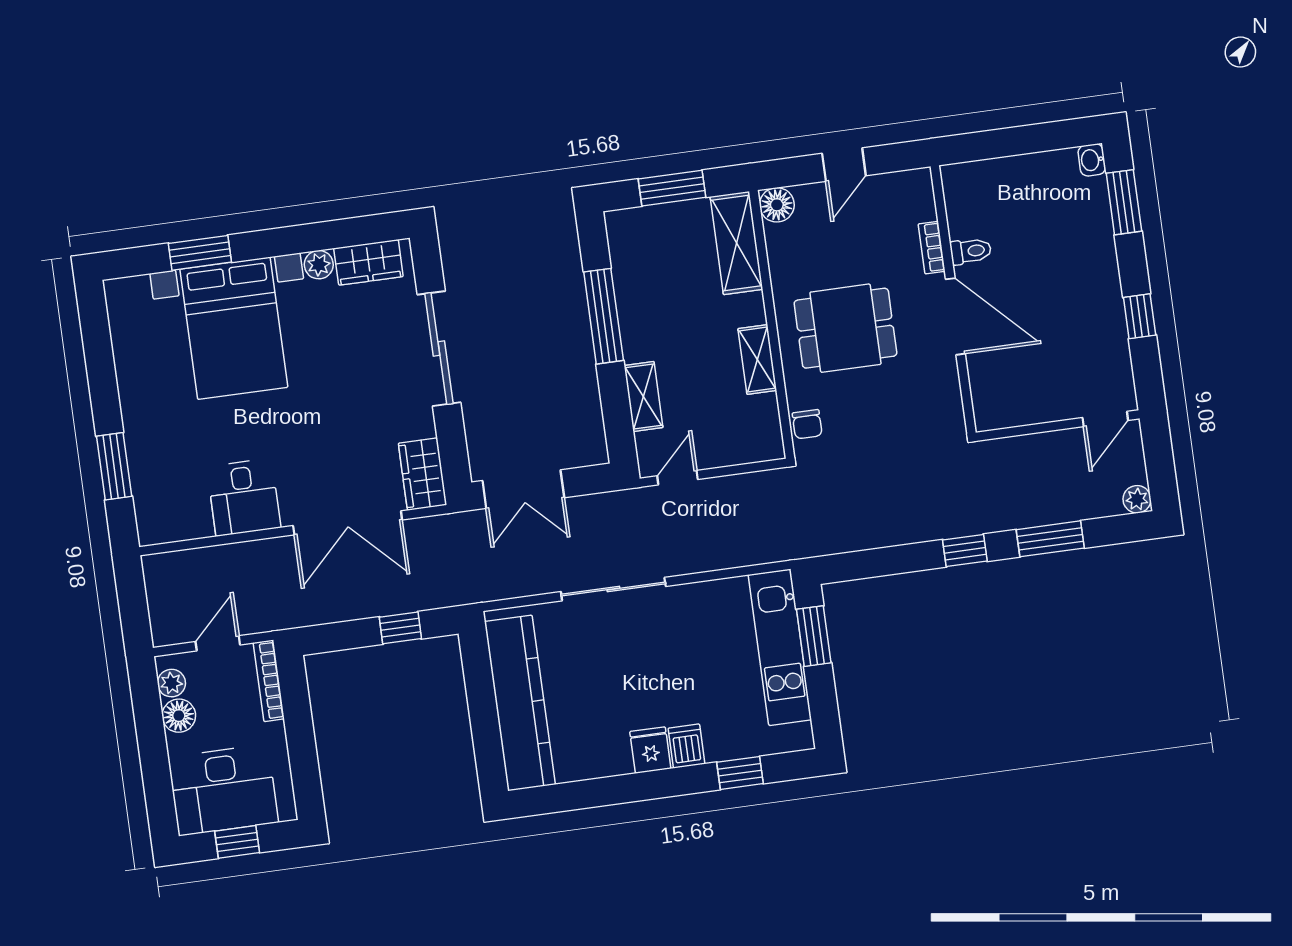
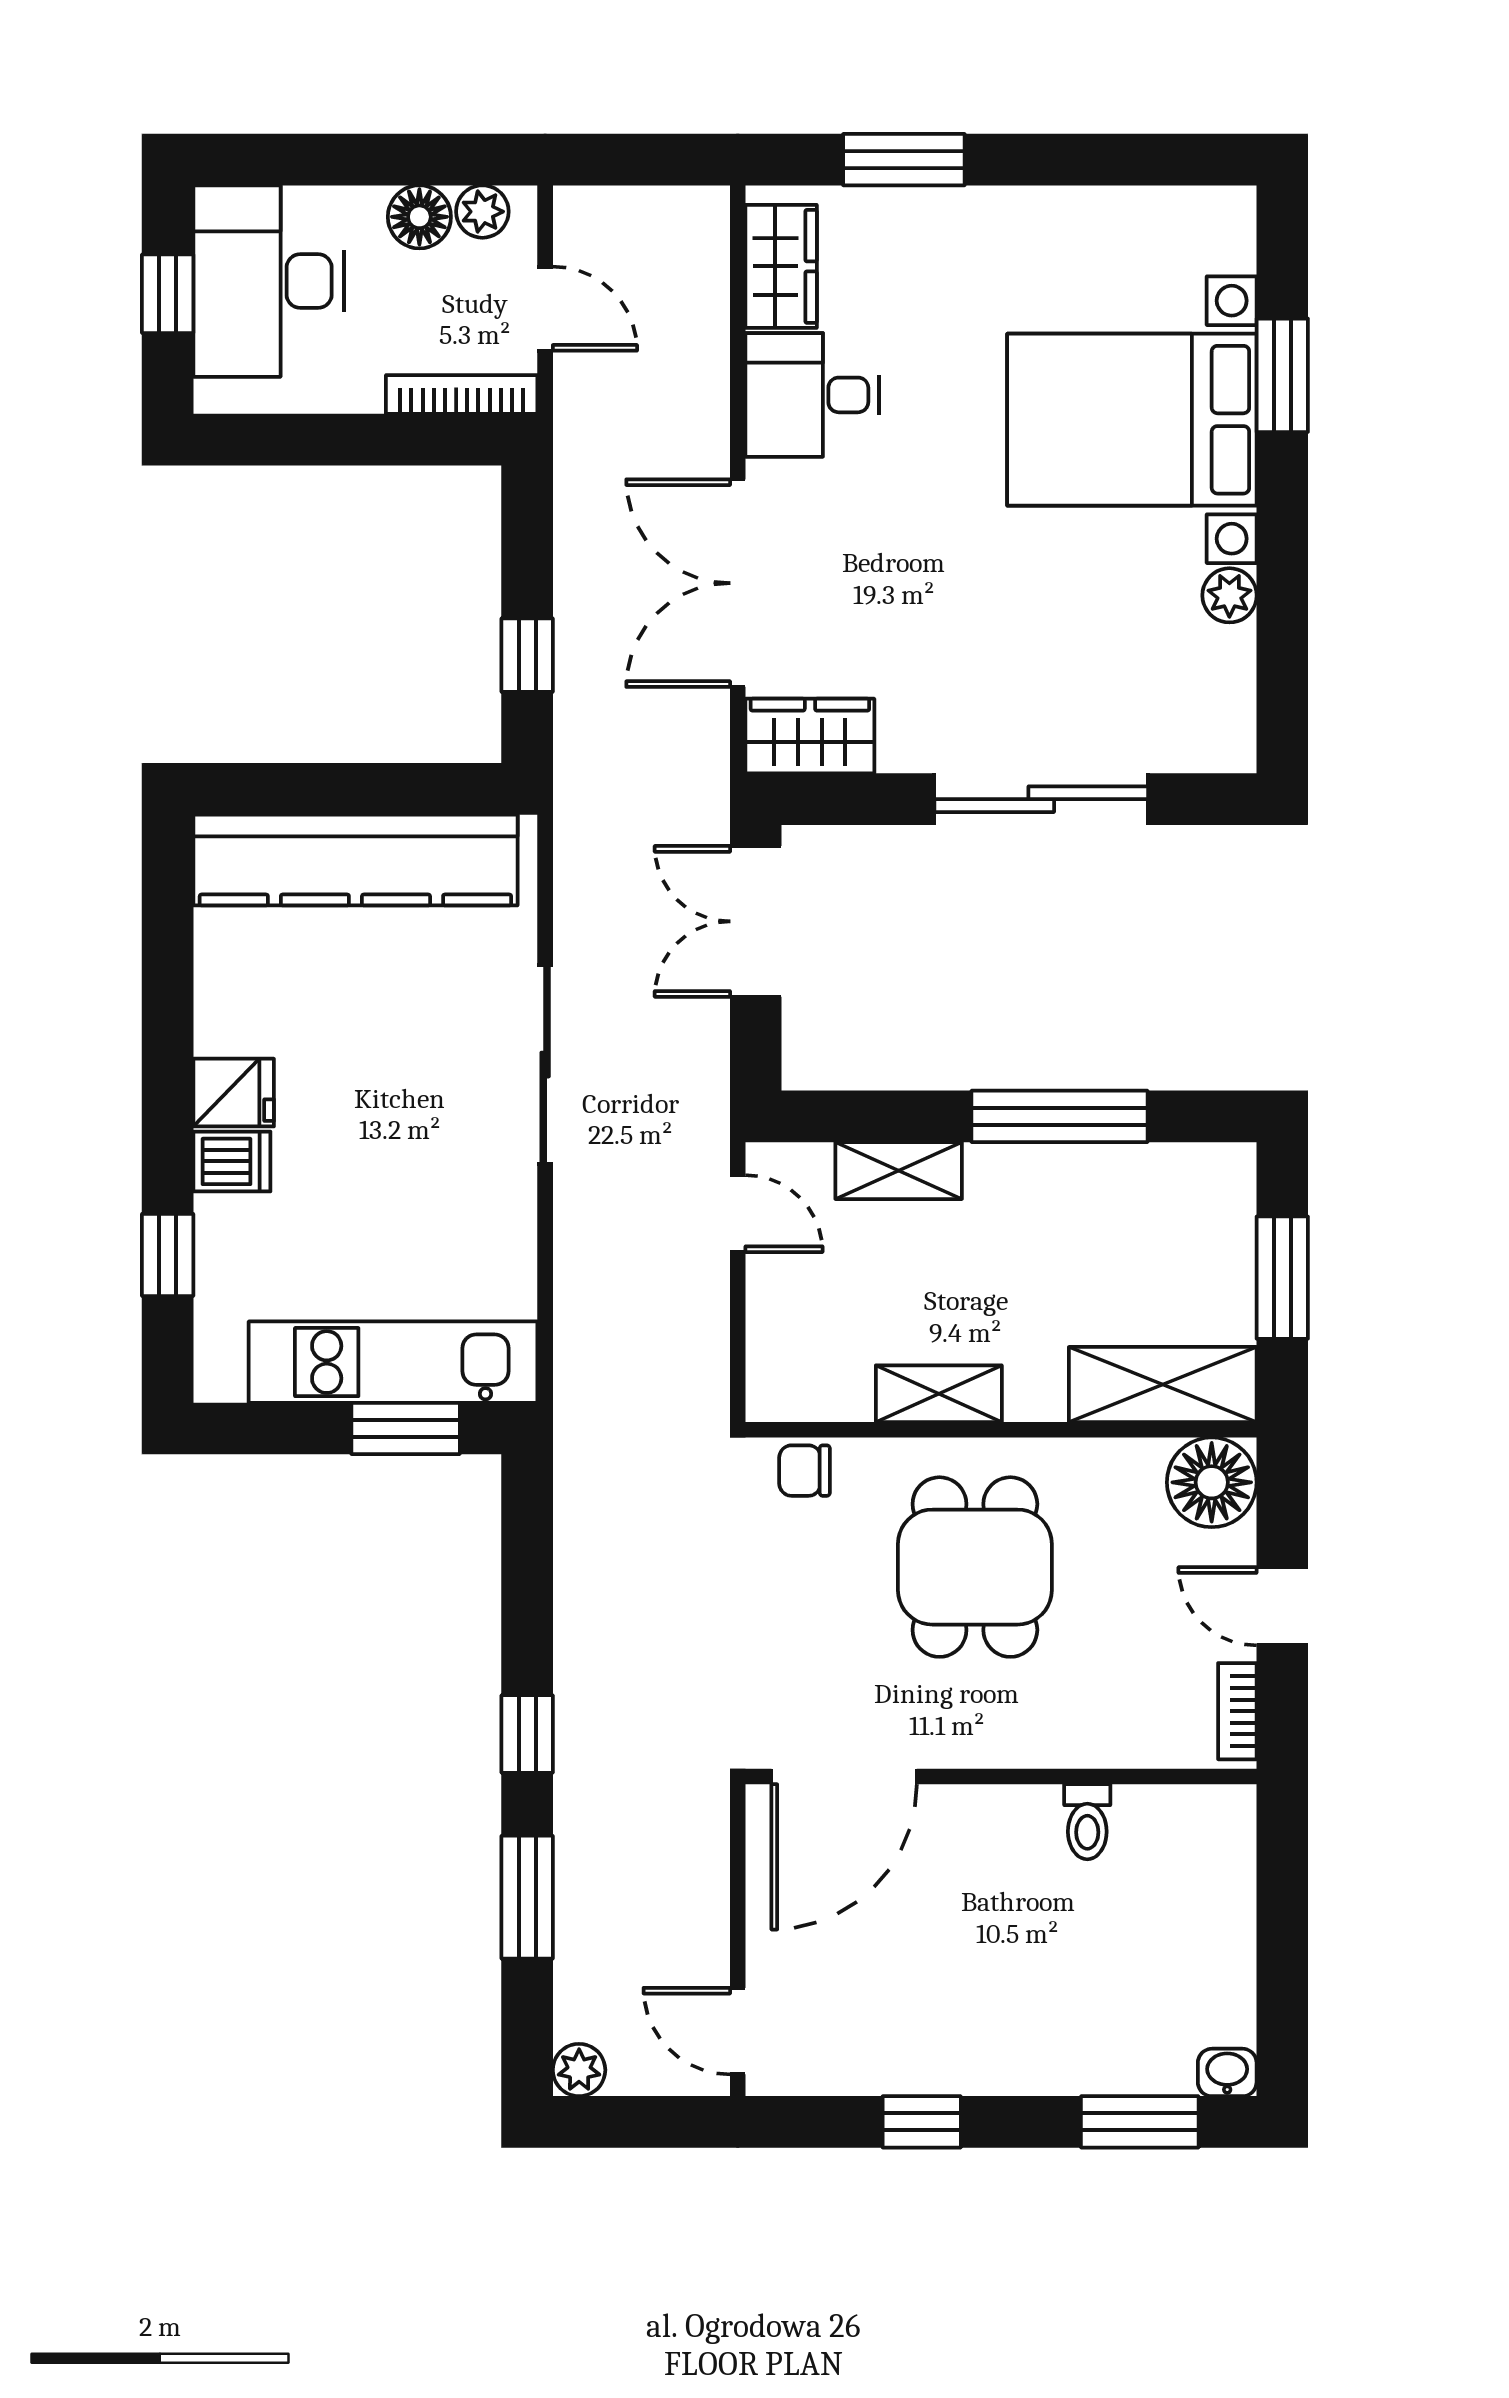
floor lamp: (777, 205) -> (1212, 1482), width x1.38, depth x1.38
bookcase: (932, 248) -> (1237, 1711), moved, turned -90
wardrobe: (368, 262) -> (781, 266), moved, turned 180
door: (955, 316) -> (844, 1776), moved

